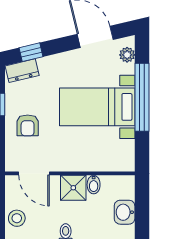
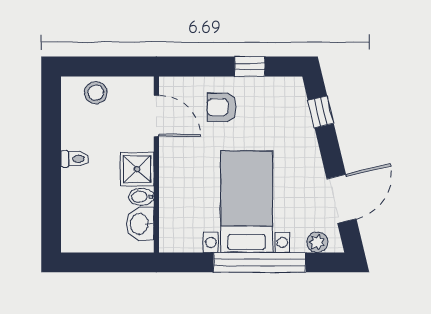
dresser: (22, 71) -> (296, 100), removed
door: (34, 173) -> (156, 116), swing flipped
washbasin: (125, 212) -> (140, 224), moved, turned -90

